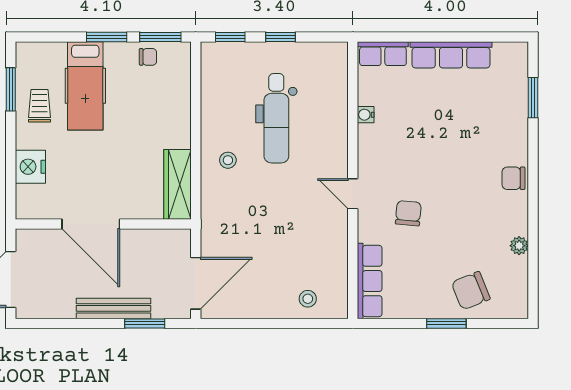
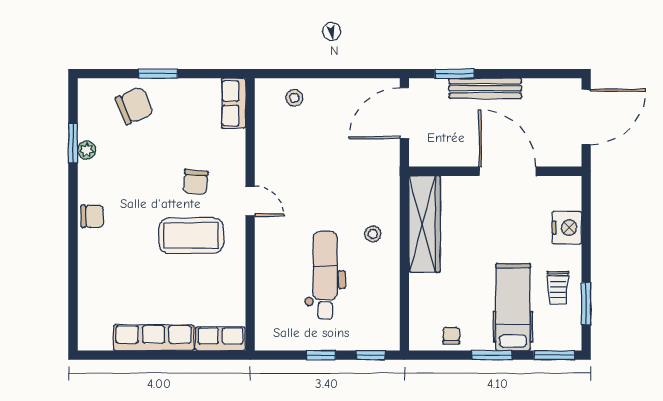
window: (160, 37) -> (554, 355), moved
chair: (148, 57) -> (451, 336), turned 90
window: (533, 98) -> (73, 143), moved
water cooler: (366, 115) -> (237, 279), removed
coffee table: (413, 159) -> (191, 236), added
wardrobe: (178, 184) -> (425, 224), width x1.40, depth x1.17
row of seats: (370, 281) -> (234, 103), width x0.68

